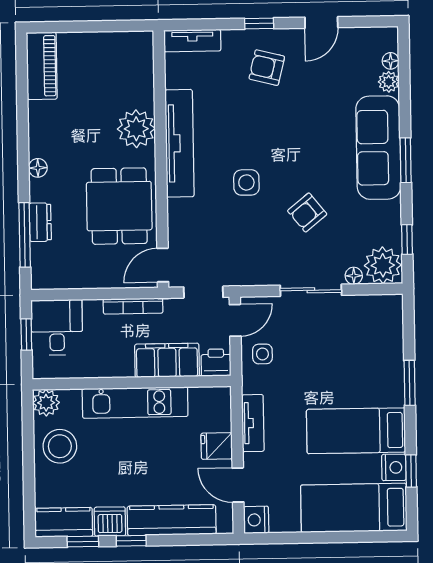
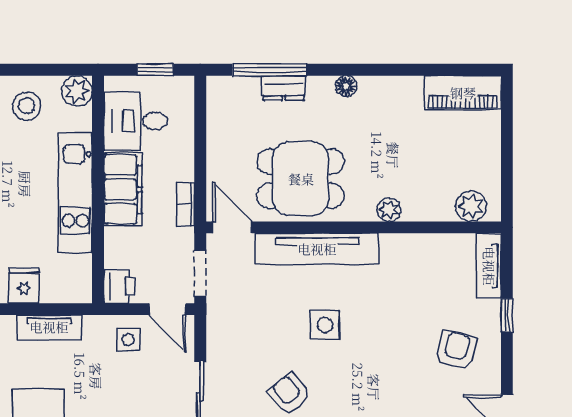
window: (259, 23) -> (507, 315), moved
plant: (141, 57) -> (471, 206), added
plant: (136, 129) -> (389, 210), width x0.53, depth x0.53
tv unit: (179, 143) -> (317, 249), moved
bookcase: (133, 306) -> (186, 205), width x0.64
desk: (57, 327) -> (135, 121), moved, turned 180
filing cabinet: (167, 360) -> (123, 189), moved
stool: (60, 446) -> (27, 106), width x0.73, depth x0.73

